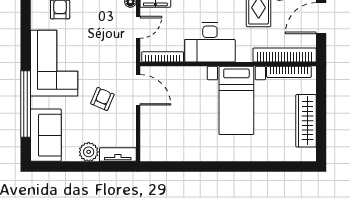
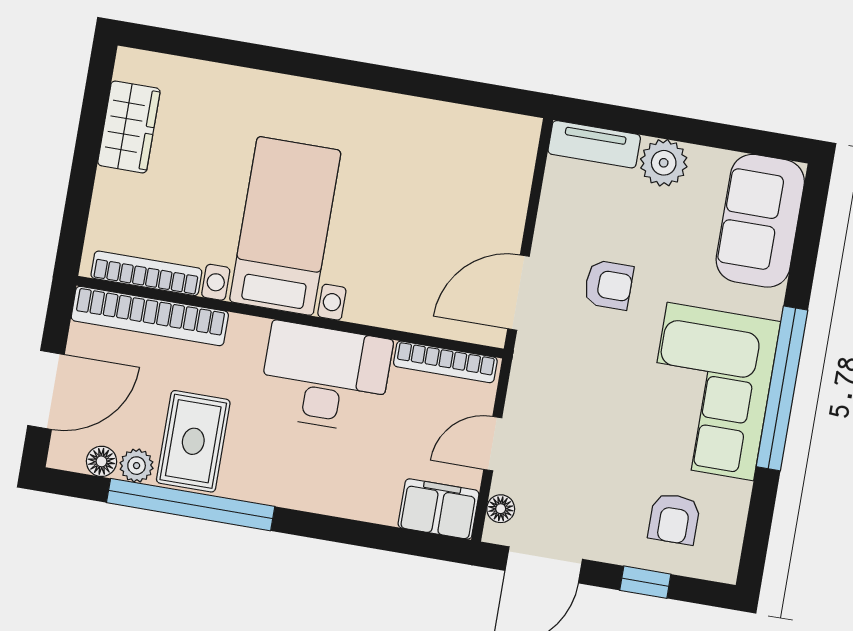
door: (138, 90) -> (518, 293), hinge flipped
armchair: (102, 99) -> (609, 285), turned -113
window: (26, 104) -> (782, 388), moved
wardrobe: (306, 121) -> (129, 127), width x0.67

